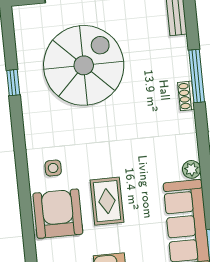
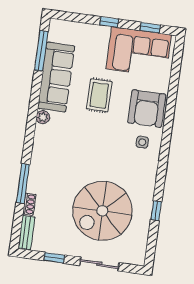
shoe rack: (186, 96) -> (29, 204), moved
rug: (107, 201) -> (99, 95), moved

